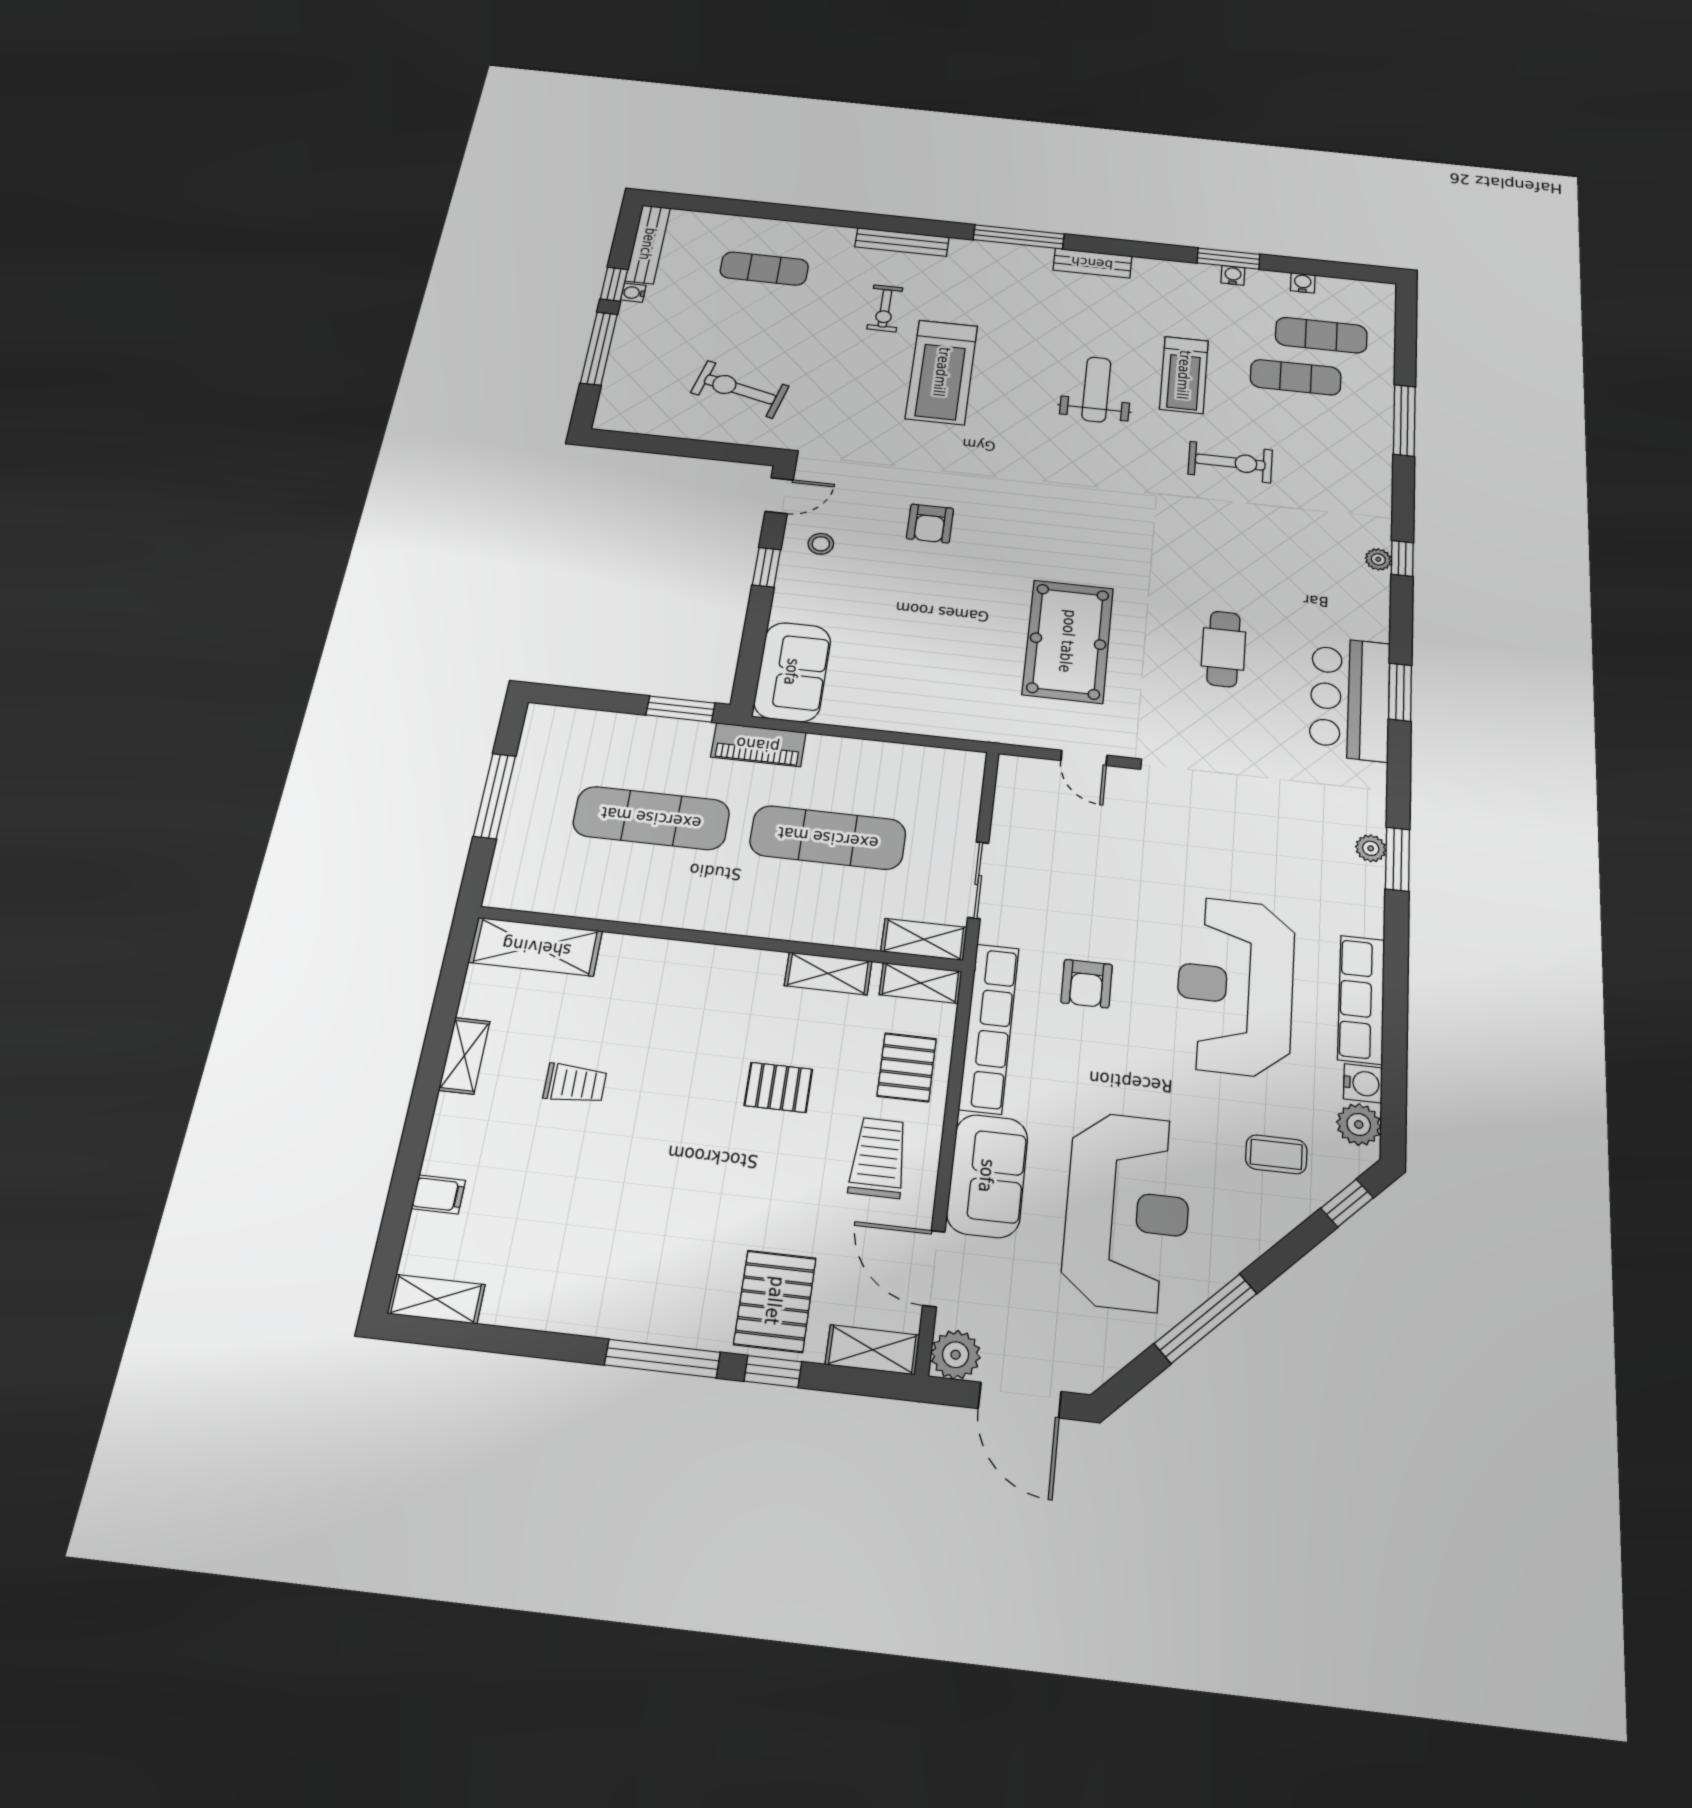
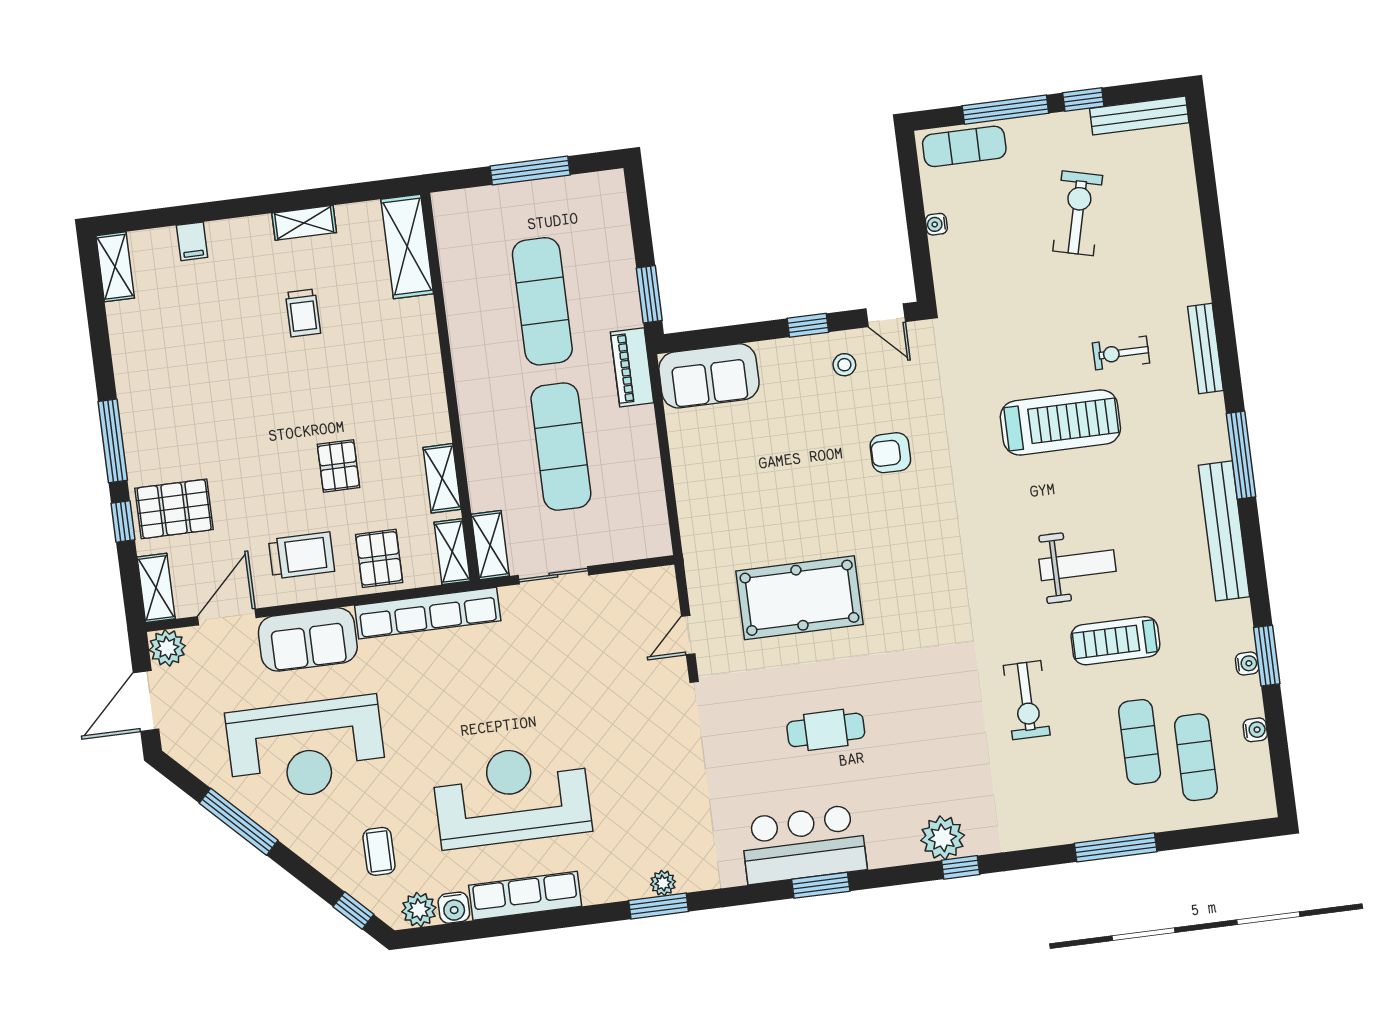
bench: (1092, 263) -> (1224, 531), width x1.86, depth x1.21
exercise mat: (764, 269) -> (964, 146), moved, turned 90
water cooler: (633, 293) -> (936, 224), moved, turned -90
treadmill: (942, 372) -> (1060, 422), turned 180
exercise bike: (740, 389) -> (1078, 213), moved
plant: (1378, 559) -> (943, 838), width x1.88, depth x1.88
armchair: (1087, 984) -> (484, 680), removed
pallet: (907, 1067) -> (379, 558), turned 90

